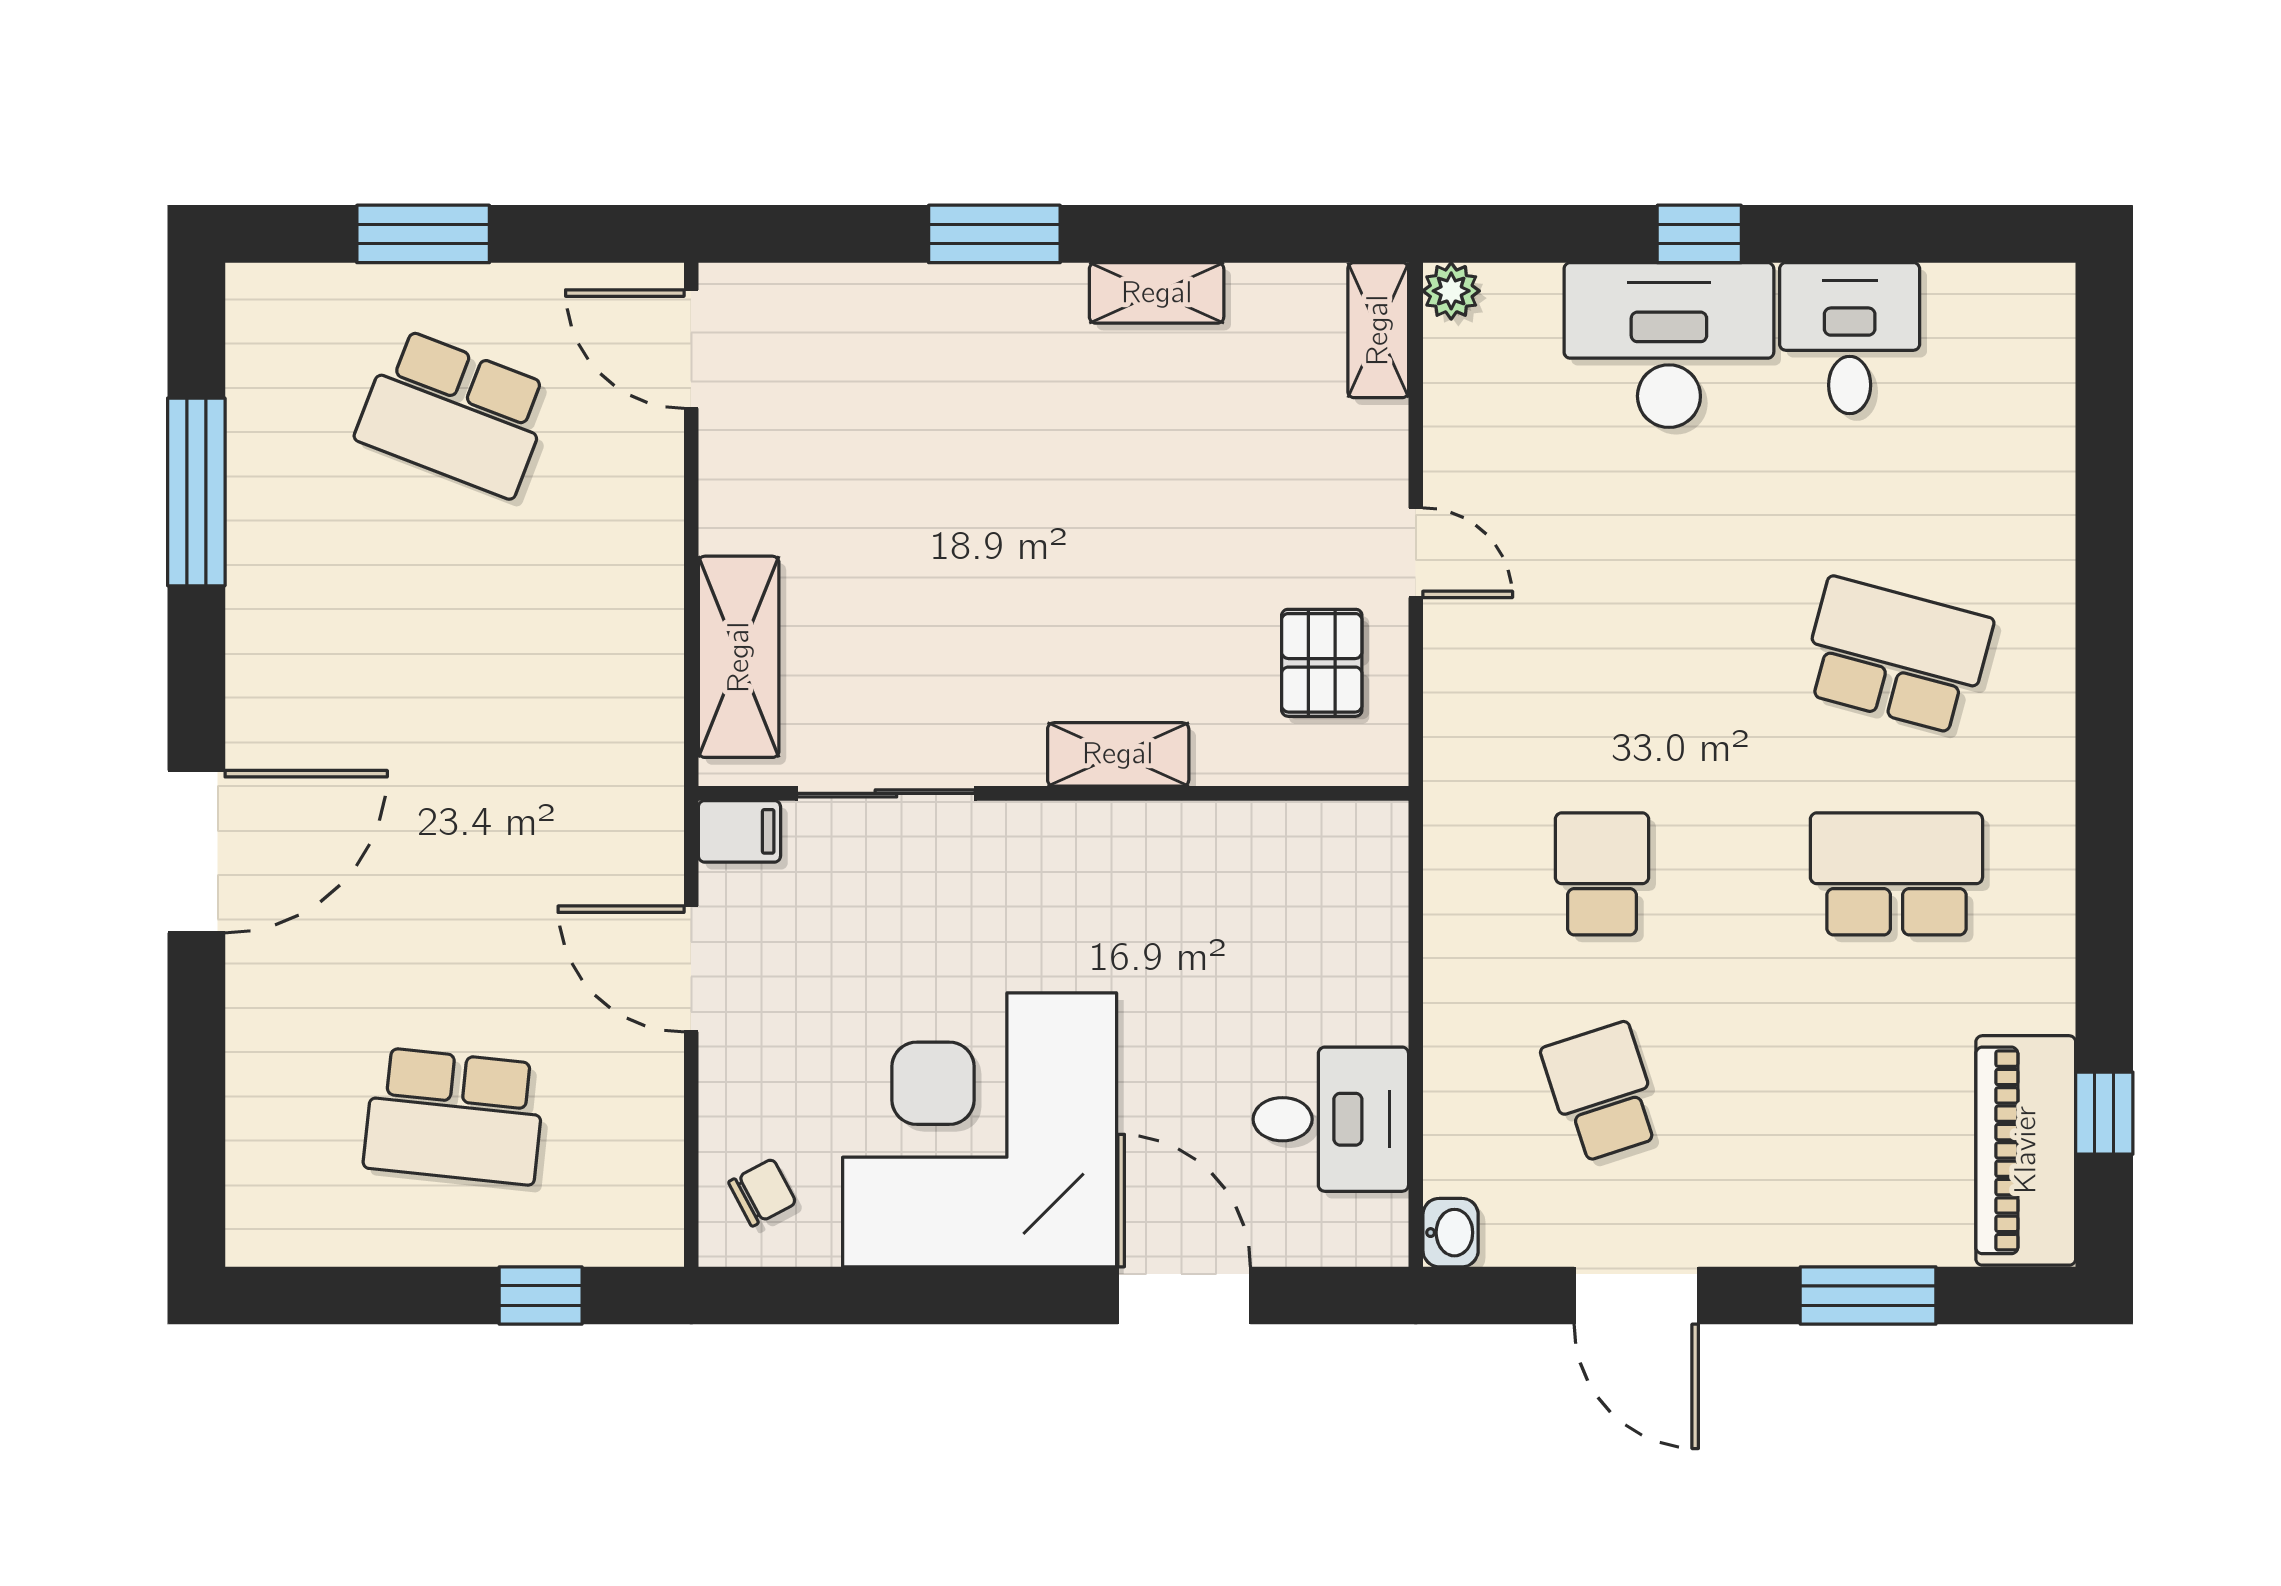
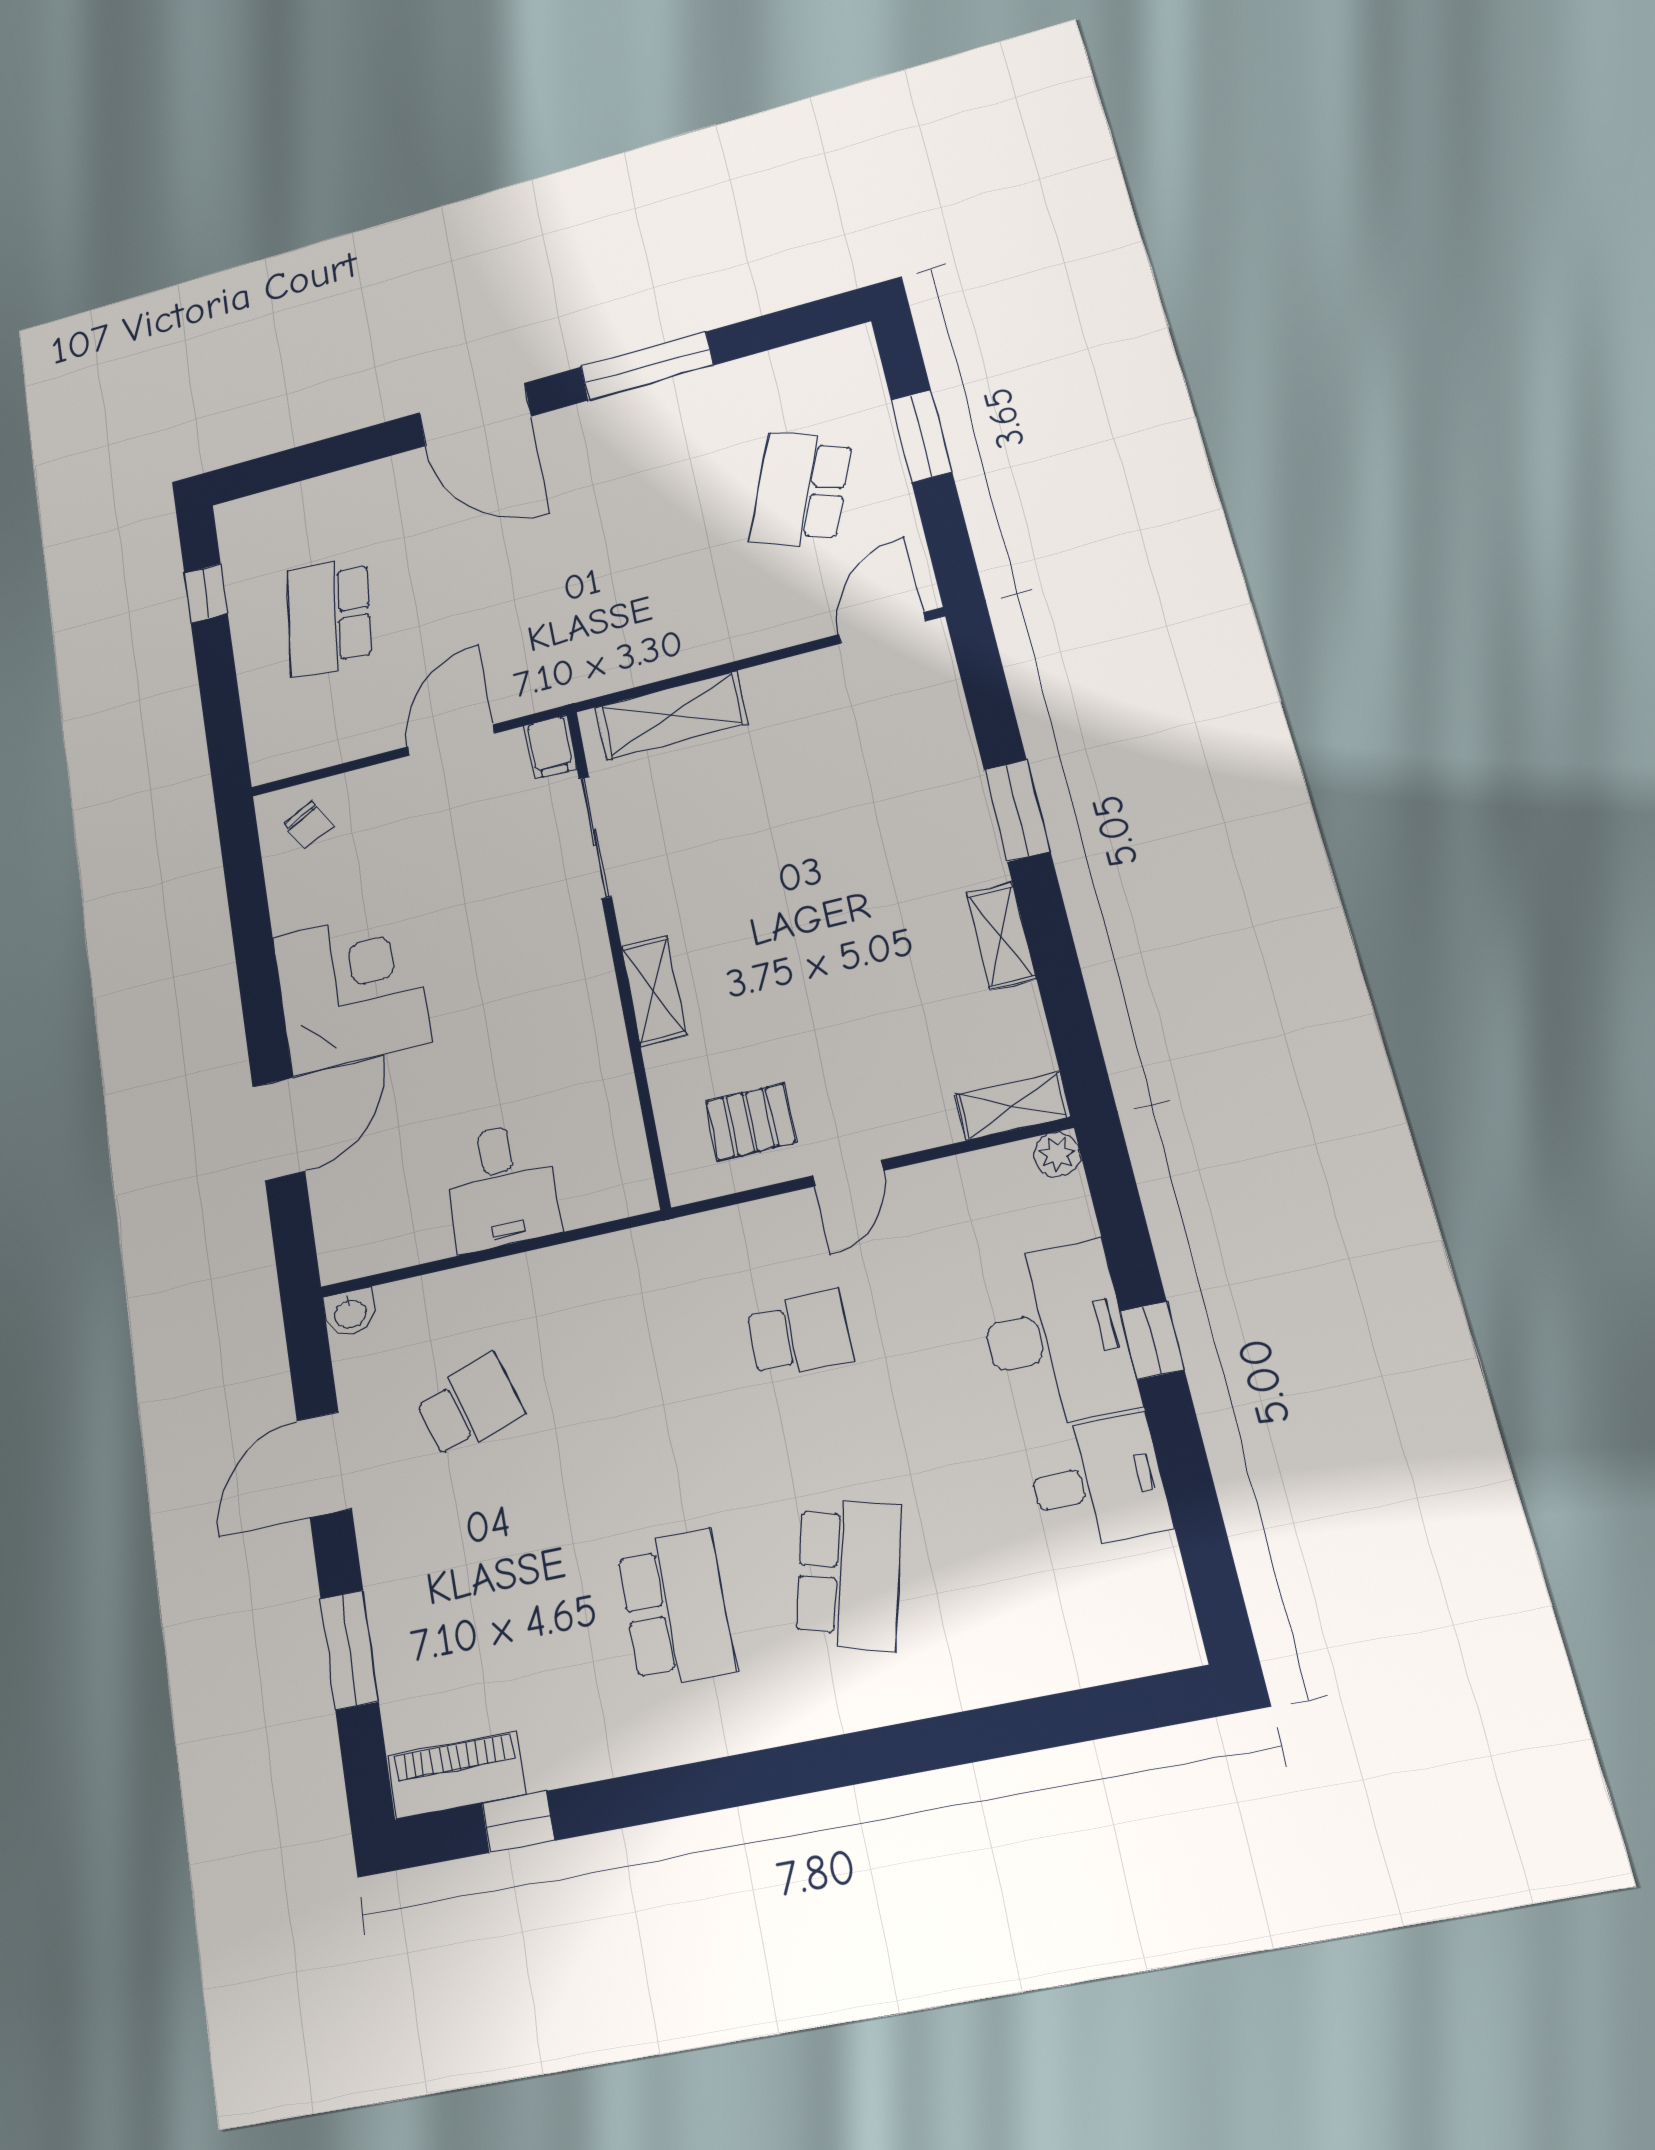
window: (196, 492) -> (647, 366), moved
school desk: (1602, 874) -> (800, 1334), moved
desk: (1331, 1119) -> (501, 1186), moved
corner desk: (980, 1130) -> (351, 990), width x0.74, depth x0.74
piano: (2026, 1150) -> (456, 1775), width x0.73, depth x0.75
window: (541, 1296) -> (206, 593), moved

